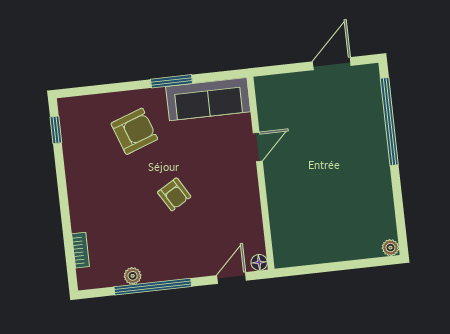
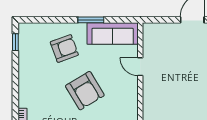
door: (258, 147) -> (140, 67), swing flipped
armchair: (174, 194) -> (85, 91), width x1.88, depth x1.88

